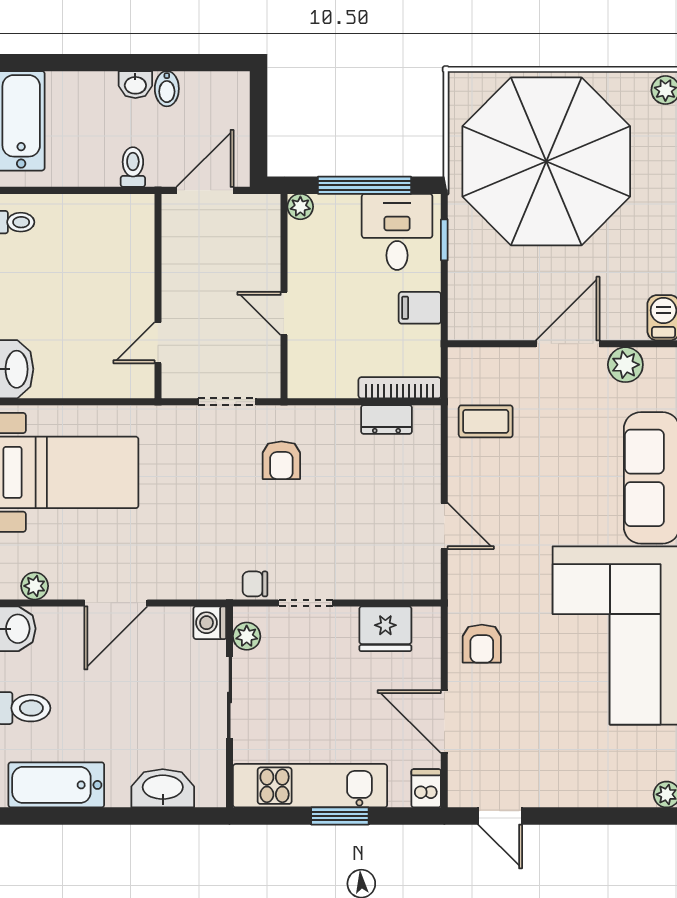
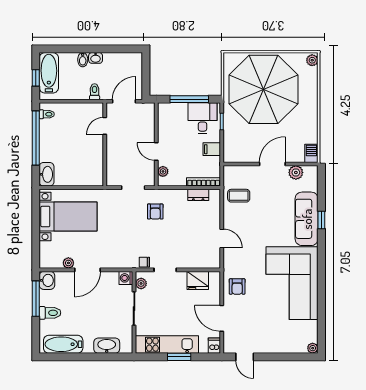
bidet: (167, 89) -> (83, 60), moved
plant: (300, 207) -> (163, 171), moved
door: (158, 343) -> (105, 126), moved
plant: (35, 586) -> (68, 263), moved

